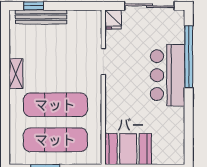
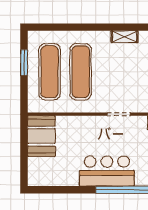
shelving: (16, 74) -> (125, 37), moved

